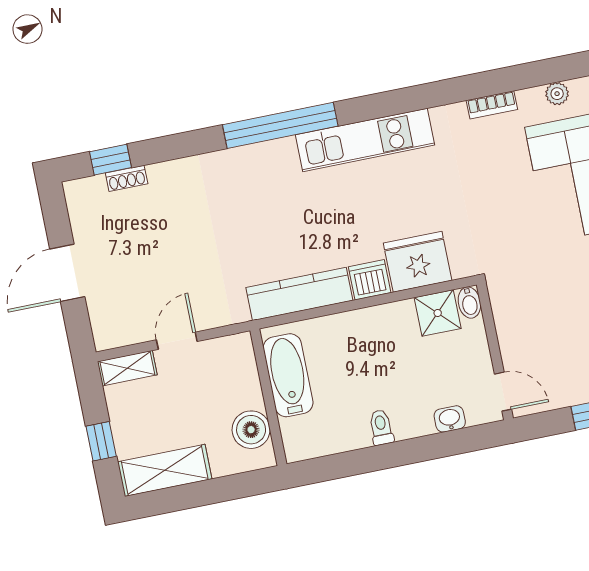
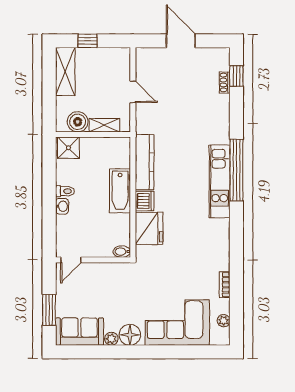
kitchen unit: (365, 140) -> (220, 181), moved
shower: (438, 313) -> (68, 148), moved
shelving: (127, 368) -> (104, 125), moved, turned 90
bathtub: (288, 375) -> (120, 191), moved, turned 90
washbasin: (450, 419) -> (62, 206), moved

